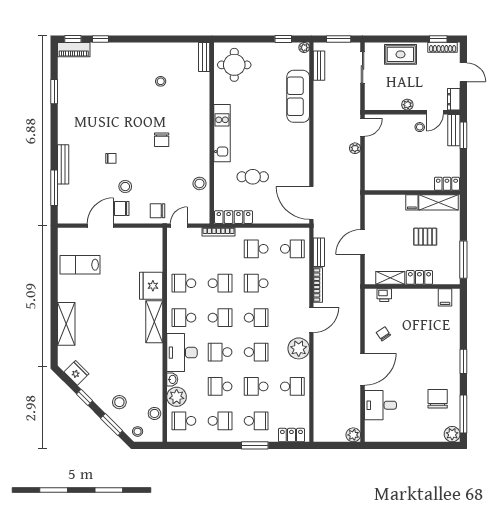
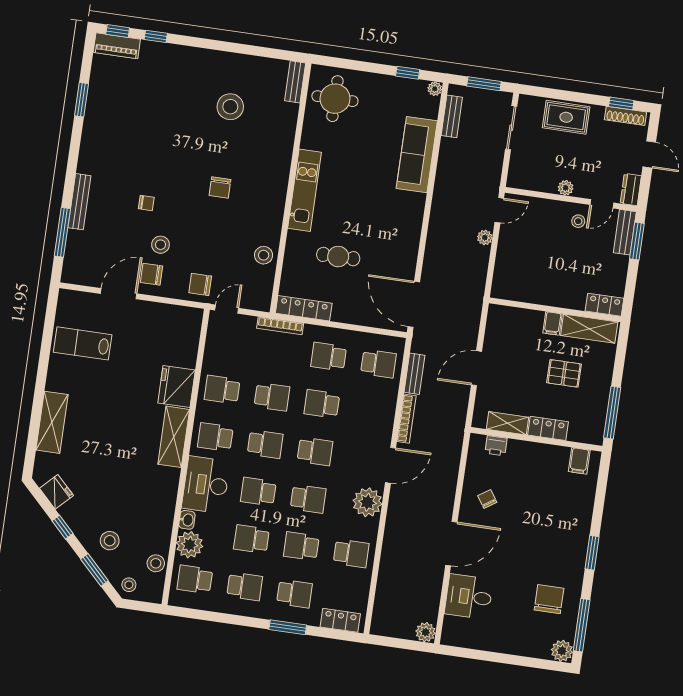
stool: (161, 81) -> (230, 107), width x1.89, depth x1.89

